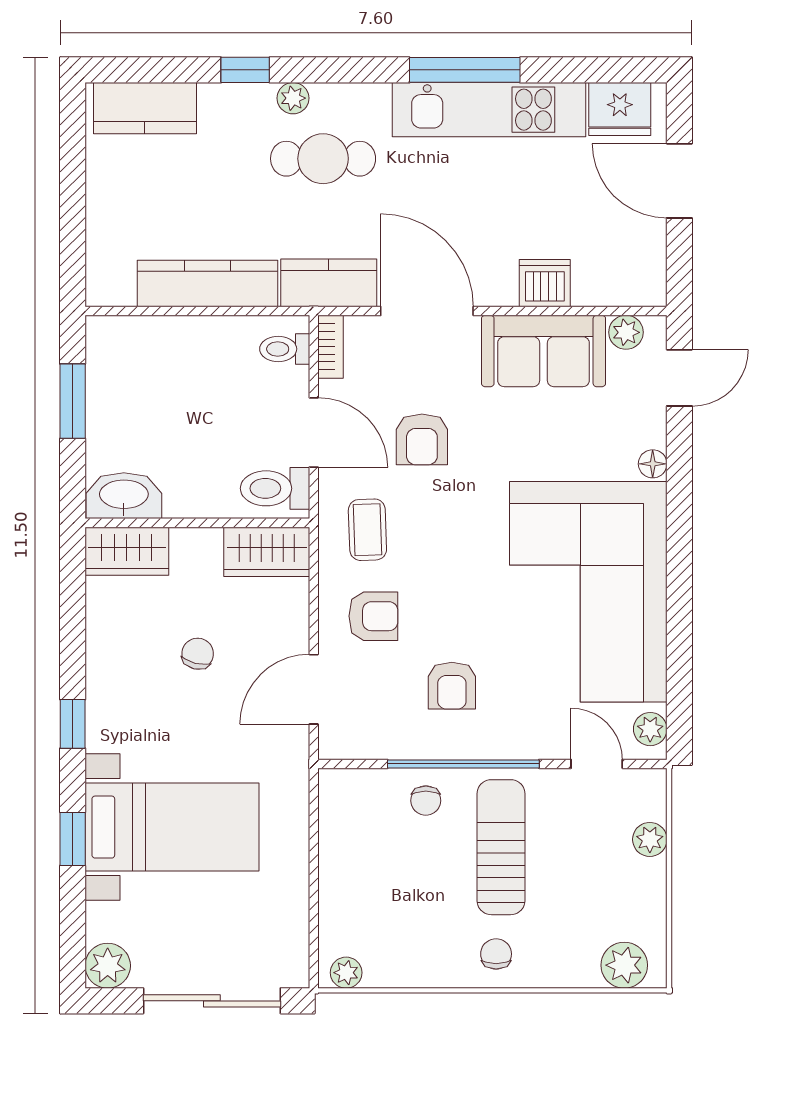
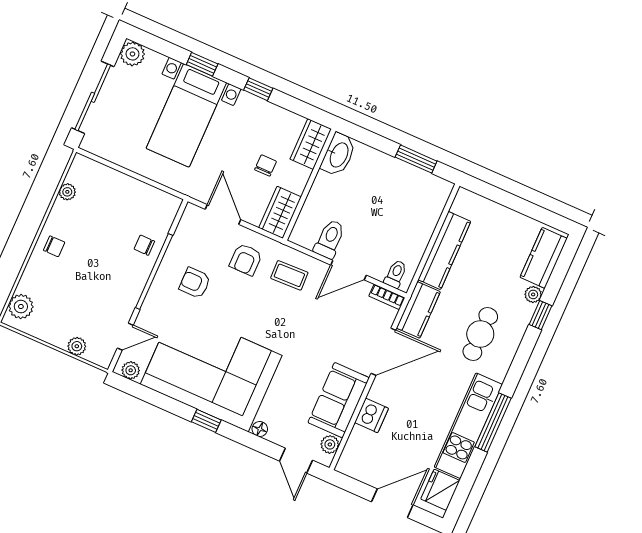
plant: (293, 98) -> (533, 294), moved
armchair: (422, 439) -> (322, 321), removed
washbasin: (124, 496) -> (338, 155), moved
wall: (197, 523) -> (309, 185), moved
wardrobe: (127, 551) -> (311, 144), moved
wardrobe: (267, 552) -> (280, 212), moved
window: (679, 561) -> (206, 421), added
chair: (198, 654) -> (266, 165), turned -104
sun lounger: (501, 847) -> (105, 272), removed
plant: (346, 973) -> (67, 192), moved

